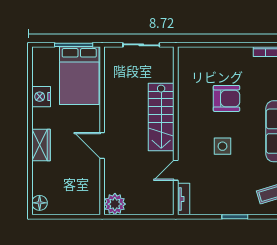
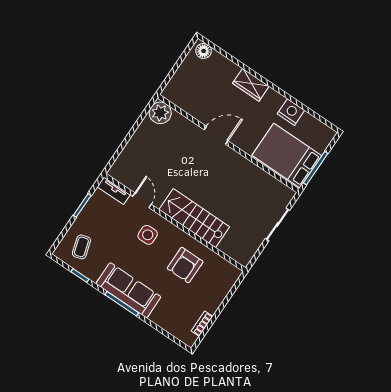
stairs: (161, 117) -> (194, 218), moved
wall: (176, 131) -> (175, 223), moved
door: (176, 170) -> (142, 200), moved
tv unit: (184, 199) -> (114, 191), moved

